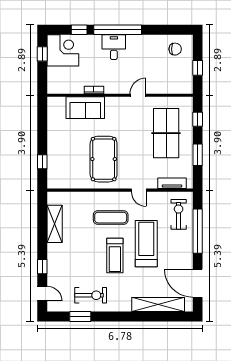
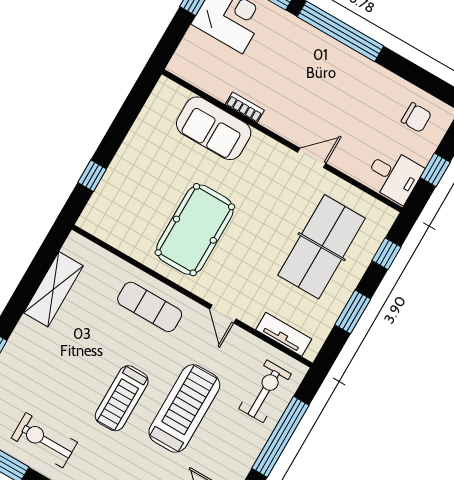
desk: (114, 47) -> (394, 175), moved, turned 90
exercise mat: (111, 218) -> (150, 307), moved
exercise bike: (91, 295) -> (44, 440), turned 180

